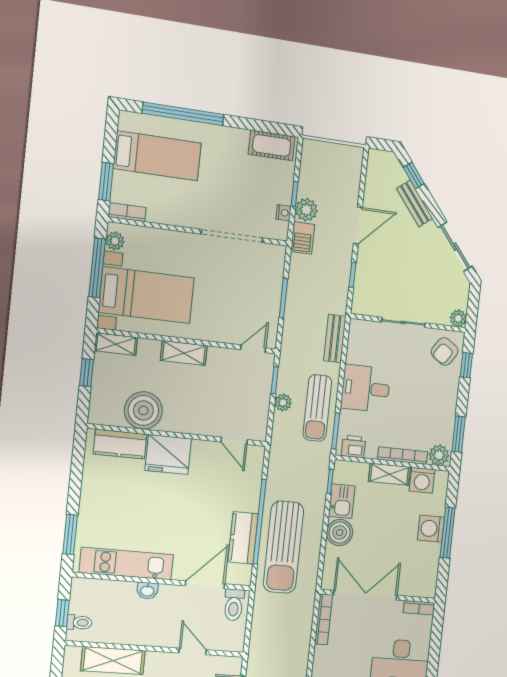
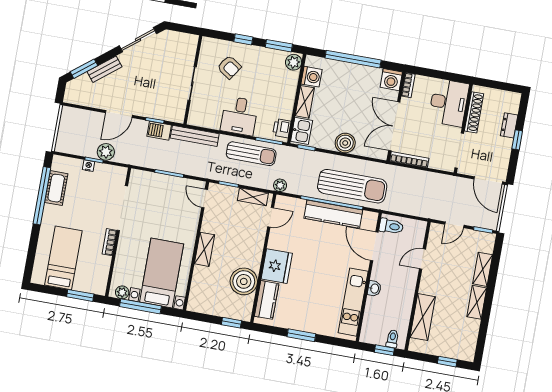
window: (183, 114) -> (42, 196), moved
cot: (272, 145) -> (56, 188), moved
window: (414, 175) -> (84, 69), width x1.50
bookcase: (127, 212) -> (109, 242), moved
nightstand: (284, 213) -> (89, 166), moved
door: (358, 225) -> (119, 114), swing flipped
barbecue: (303, 238) -> (159, 131), moved, turned 180
plant: (458, 318) -> (192, 41), removed
bench: (335, 338) -> (195, 136), width x1.36
shelving: (116, 344) -> (253, 197), moved, turned 90
armchair: (445, 351) -> (229, 67), moved
window: (466, 365) -> (243, 39), moved
window: (87, 373) -> (231, 323), moved
plant: (283, 403) -> (280, 185), moved
bookcase: (403, 456) -> (292, 91), removed
kitchen sink: (342, 501) -> (302, 131), moved, turned 90
washing machine: (431, 529) -> (391, 80), moved
window: (448, 533) -> (353, 59), width x1.46
window: (70, 534) -> (301, 335), moved
kitchen counter: (243, 538) -> (333, 214), width x1.50

